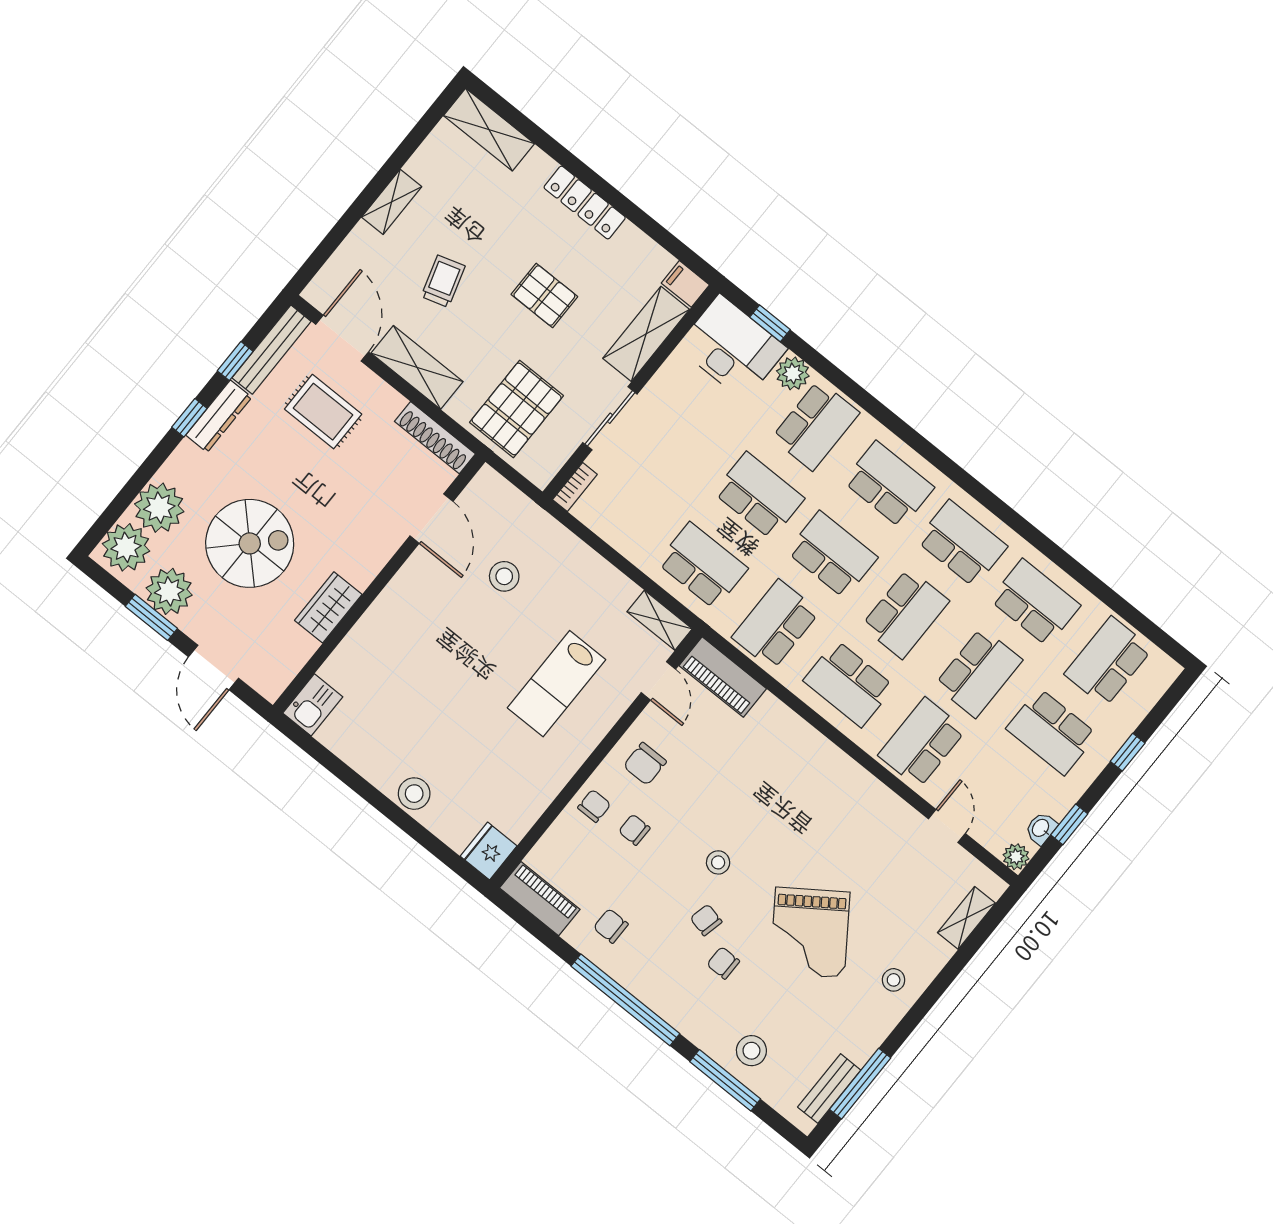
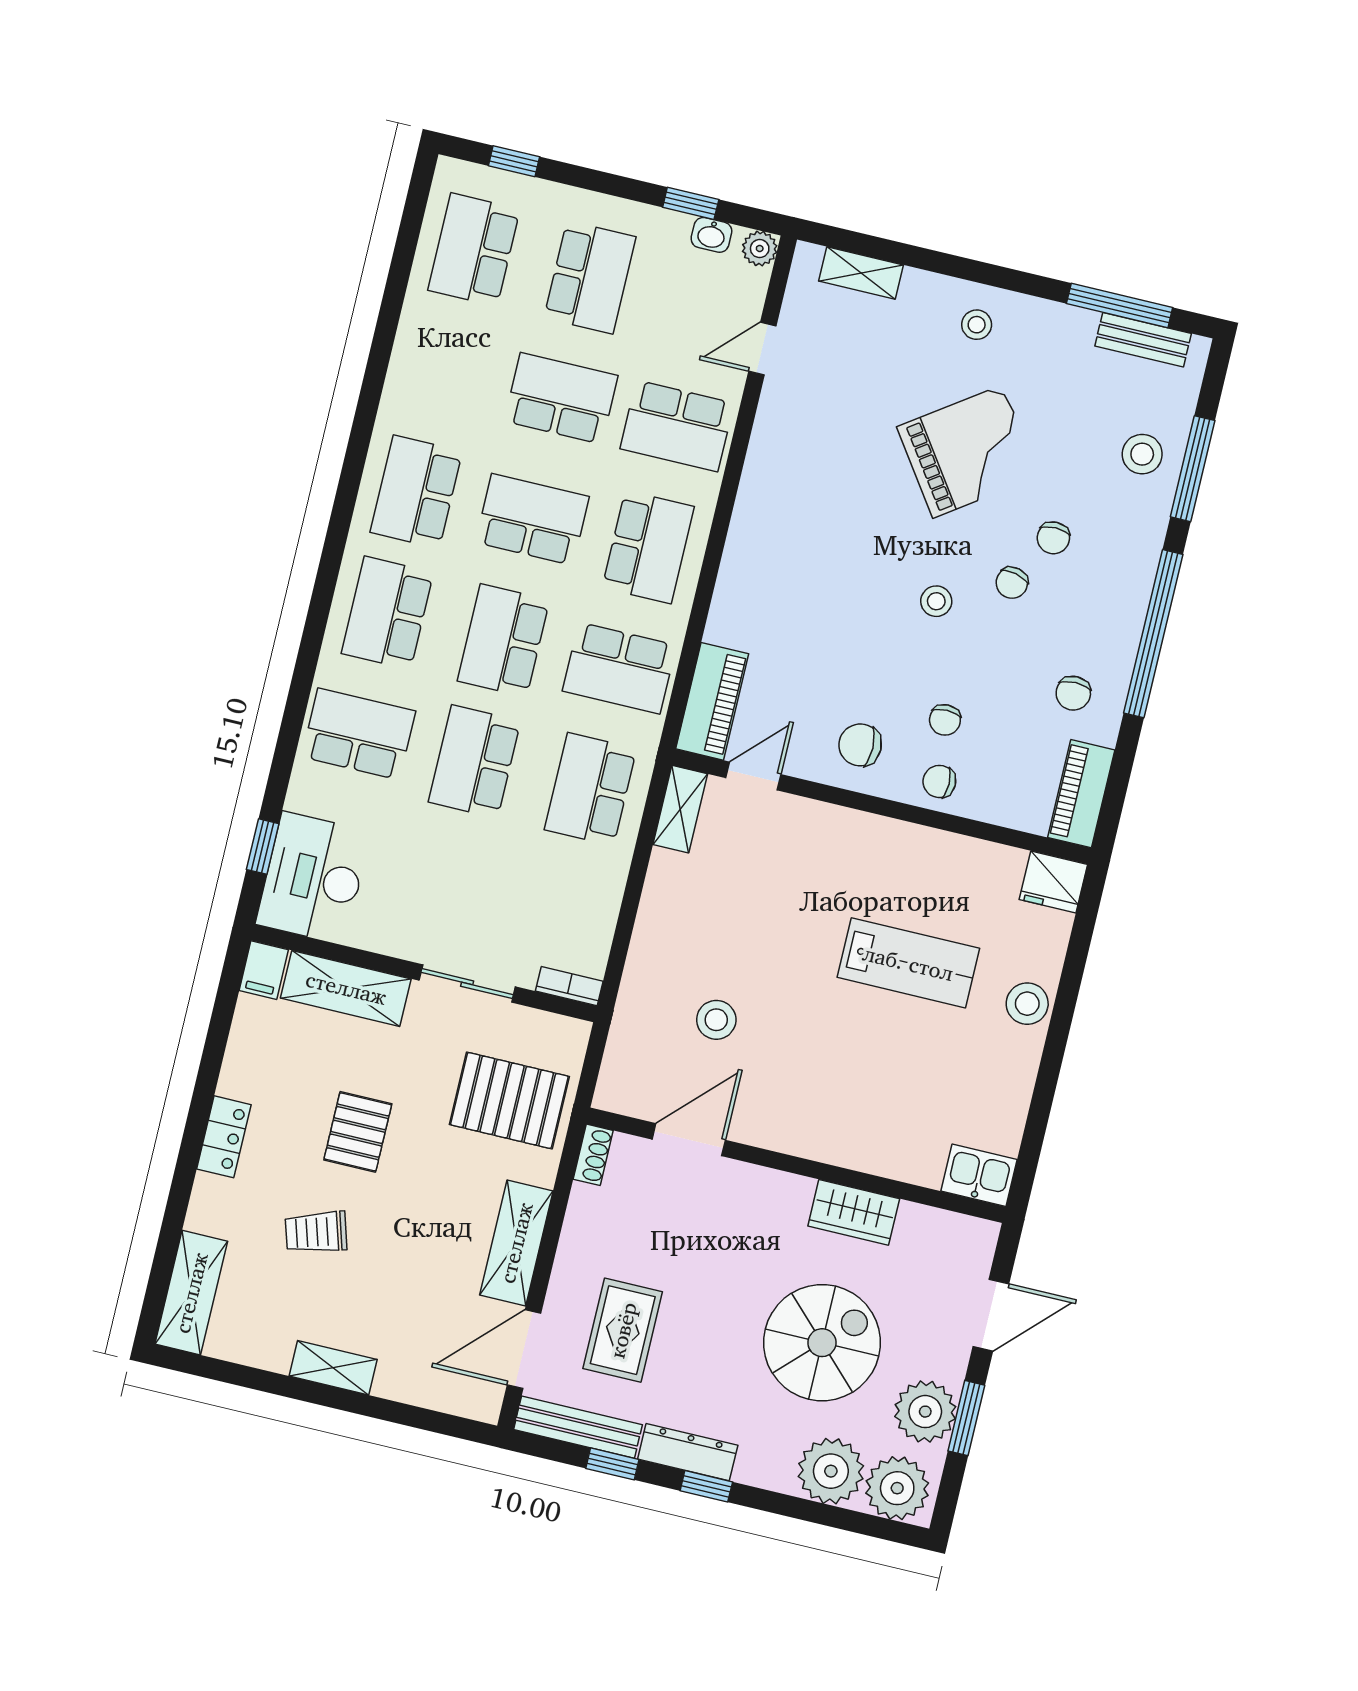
locker: (585, 202) -> (224, 1137), width x0.66
trolley: (443, 281) -> (316, 1232), moved
plant: (793, 373) -> (309, 791), removed
shoe rack: (435, 438) -> (593, 1155), width x0.51, depth x0.81
spiral stairs: (250, 543) -> (822, 1343), turned 90
school desk: (1035, 603) -> (445, 371), removed
school desk: (1108, 662) -> (474, 250), turned 90
lab bench: (556, 684) -> (908, 963), moved
window: (1128, 752) -> (514, 161), moved
chair: (645, 764) -> (860, 745), turned 180

